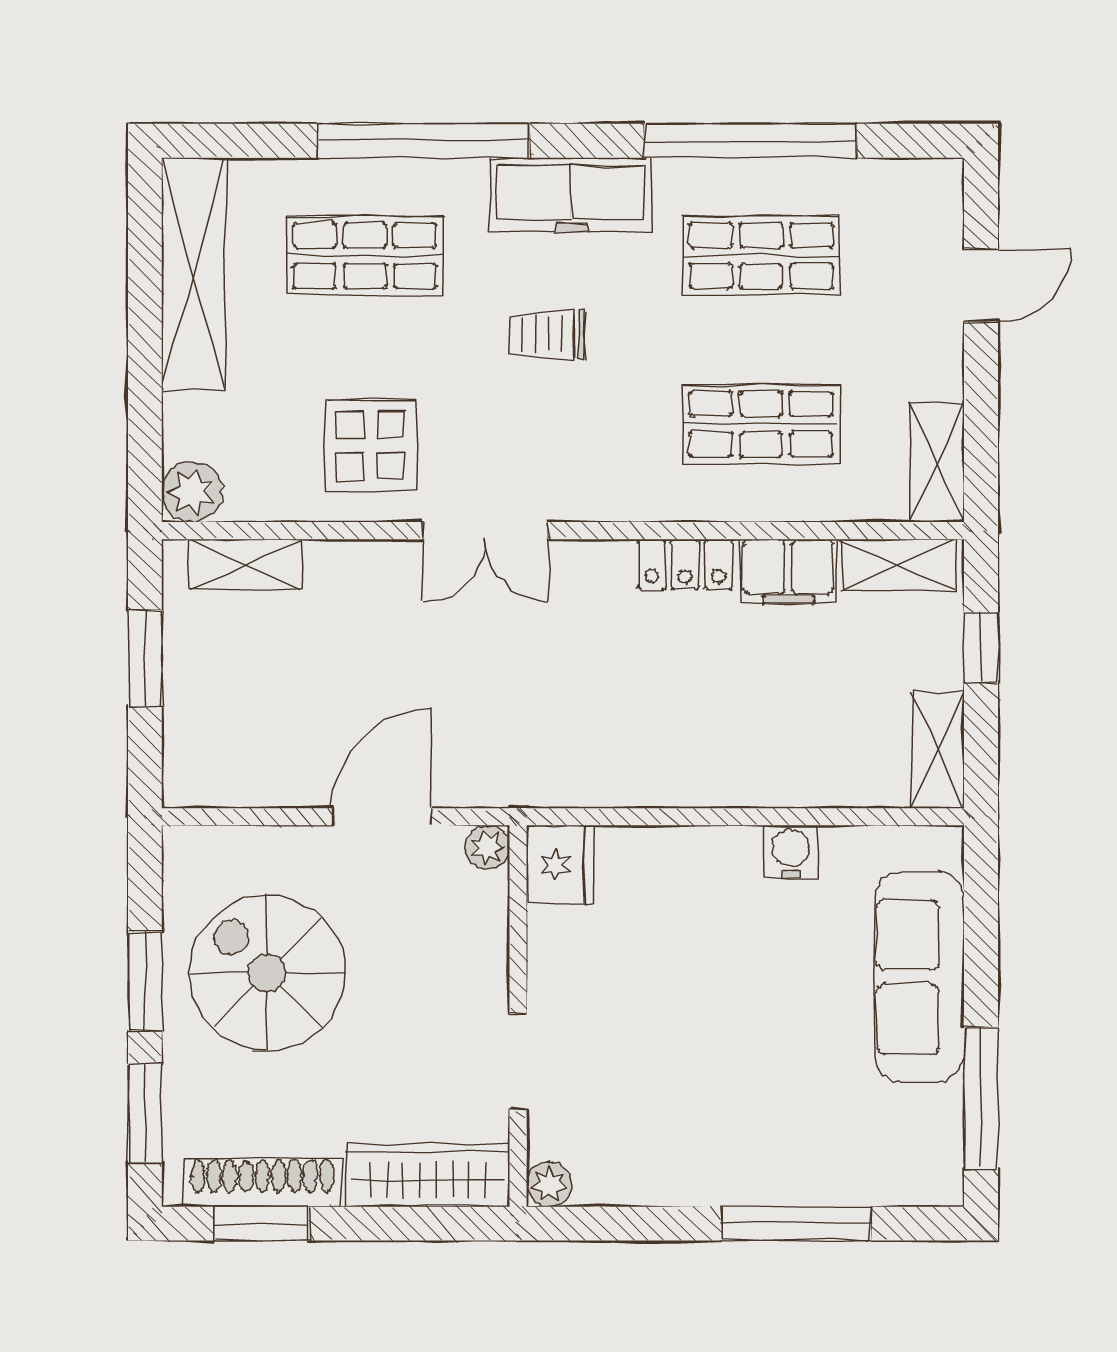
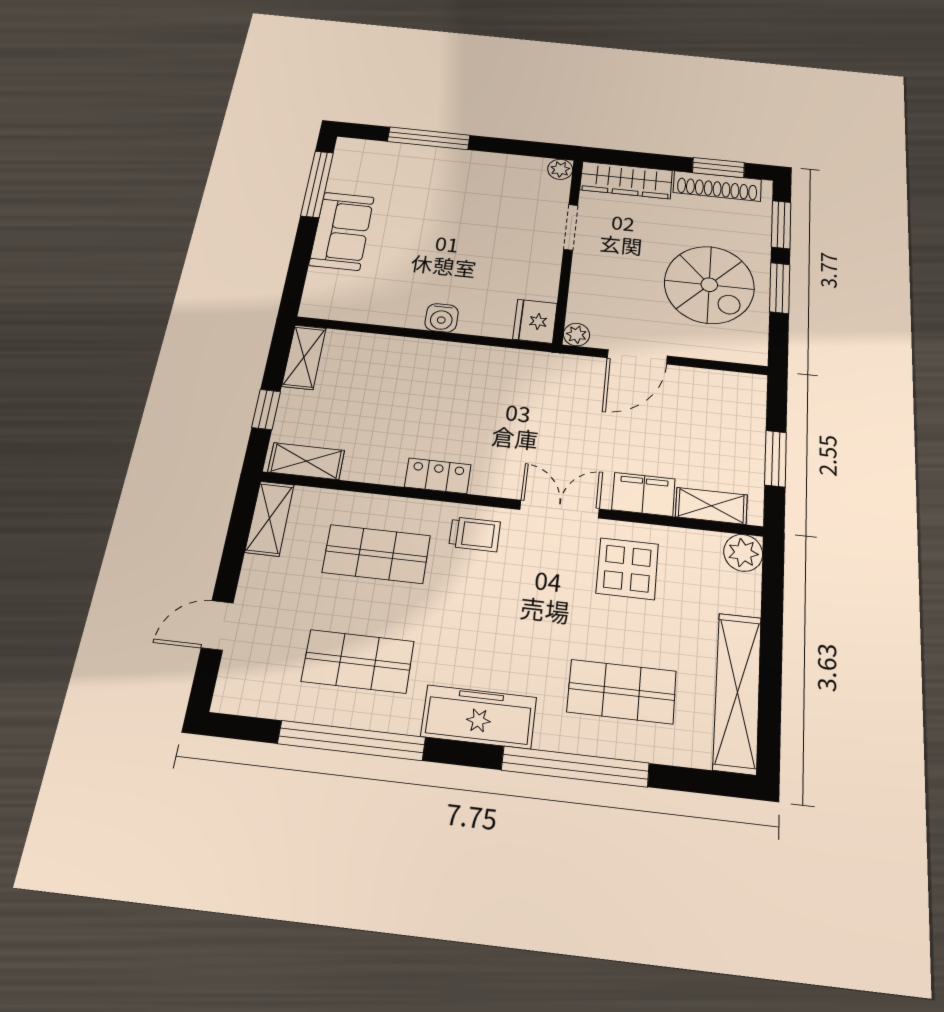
trolley: (547, 334) -> (475, 534), moved
filing cabinet: (788, 571) -> (643, 494), moved
water cooler: (791, 852) -> (442, 318), moved
sofa: (919, 977) -> (342, 231), width x0.73

